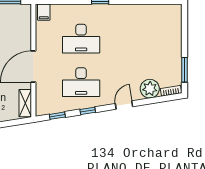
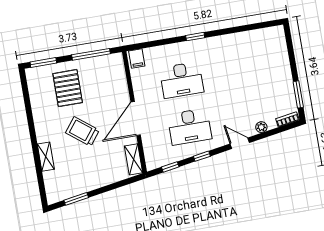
plant: (150, 89) -> (261, 127), width x0.53, depth x0.53
door: (124, 105) -> (240, 143), hinge flipped

